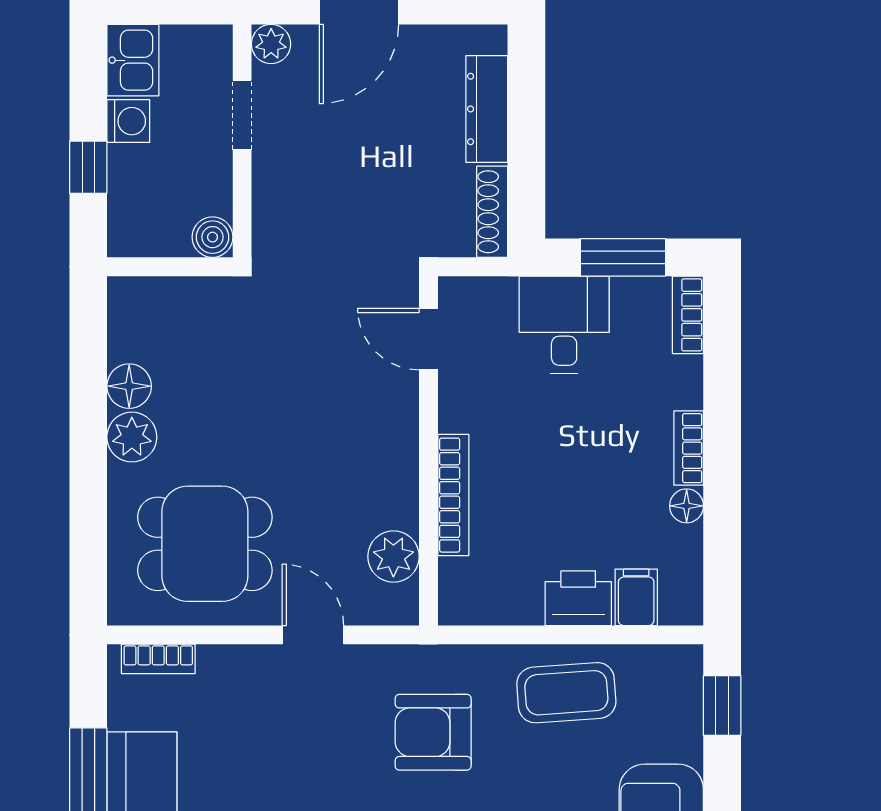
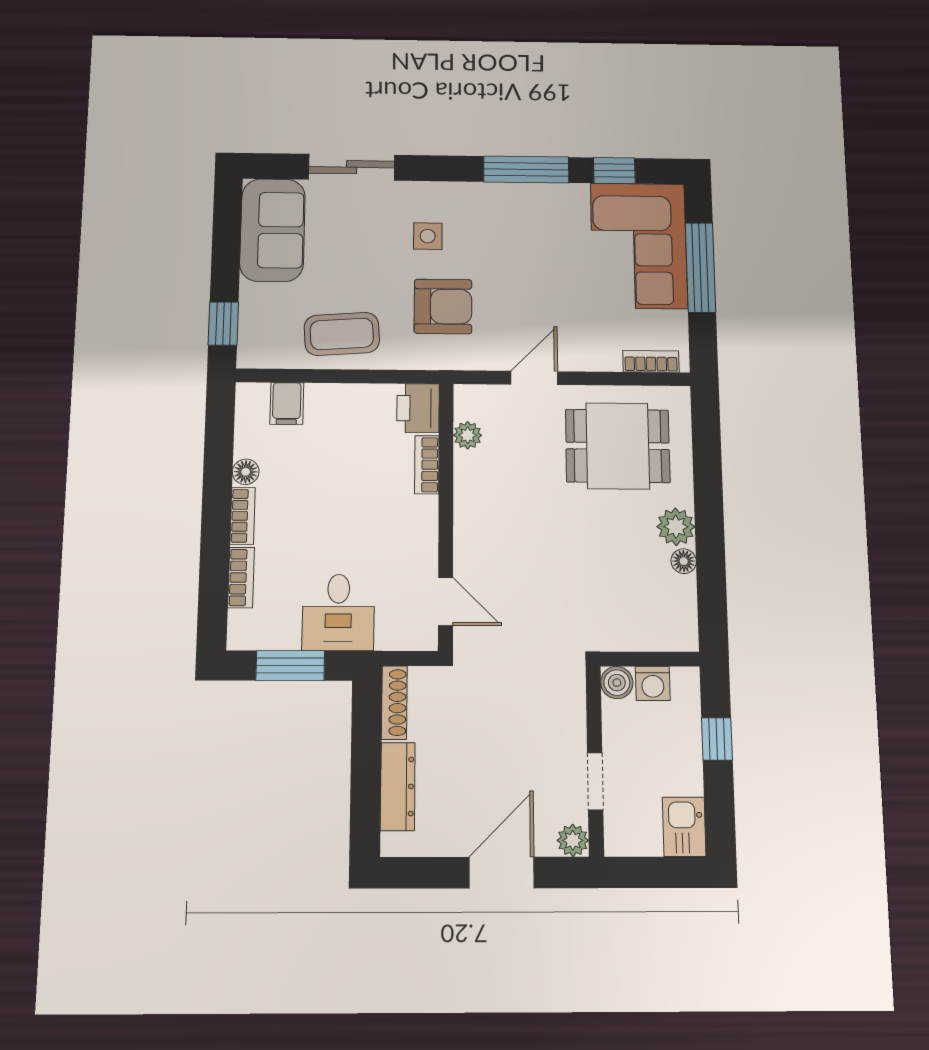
washing machine: (128, 121) -> (653, 684), moved, turned -90
bookcase: (688, 315) -> (241, 578), moved
floor lamp: (129, 386) -> (684, 561), width x0.73, depth x0.73
bookcase: (453, 495) -> (427, 465), width x0.64
plant: (393, 557) -> (468, 435), width x0.73, depth x0.73
printer: (578, 598) -> (418, 408), moved, turned 90
door: (313, 635) -> (534, 378), swing flipped

